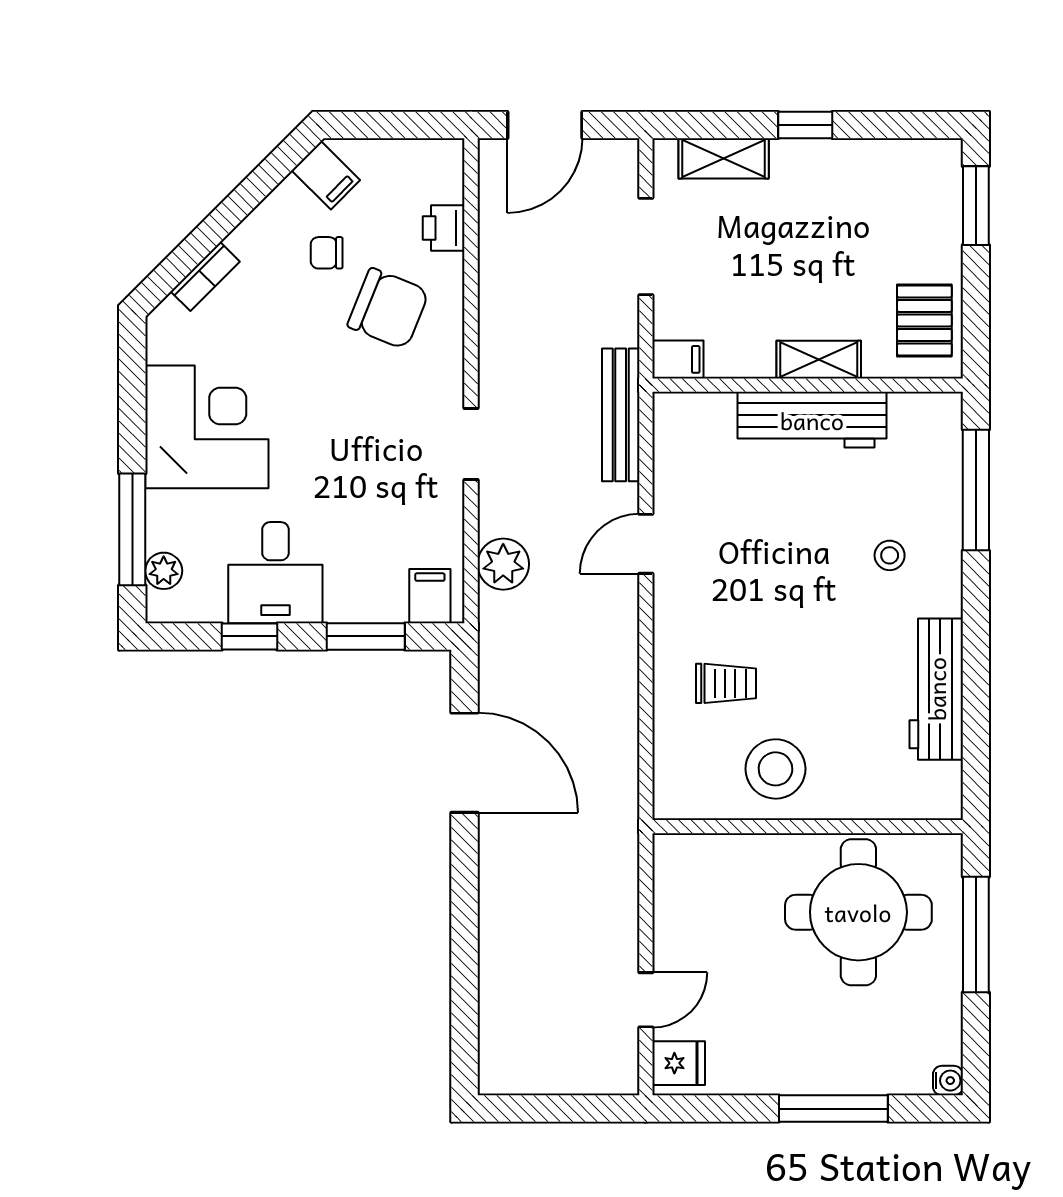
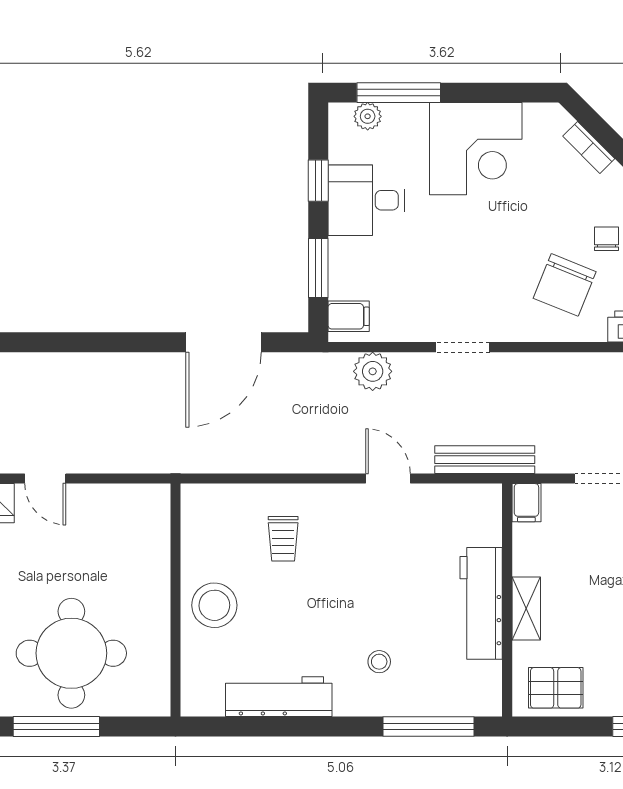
stool: (775, 769) -> (214, 605), moved
round table: (858, 912) -> (71, 653), moved
window: (976, 934) -> (56, 726), moved

